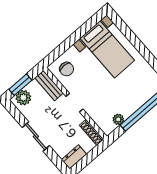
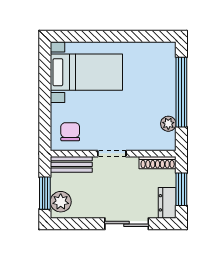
chair: (67, 69) -> (70, 132), turned -90
sliding door: (36, 137) -> (127, 224), moved
window: (88, 158) -> (181, 189), added

